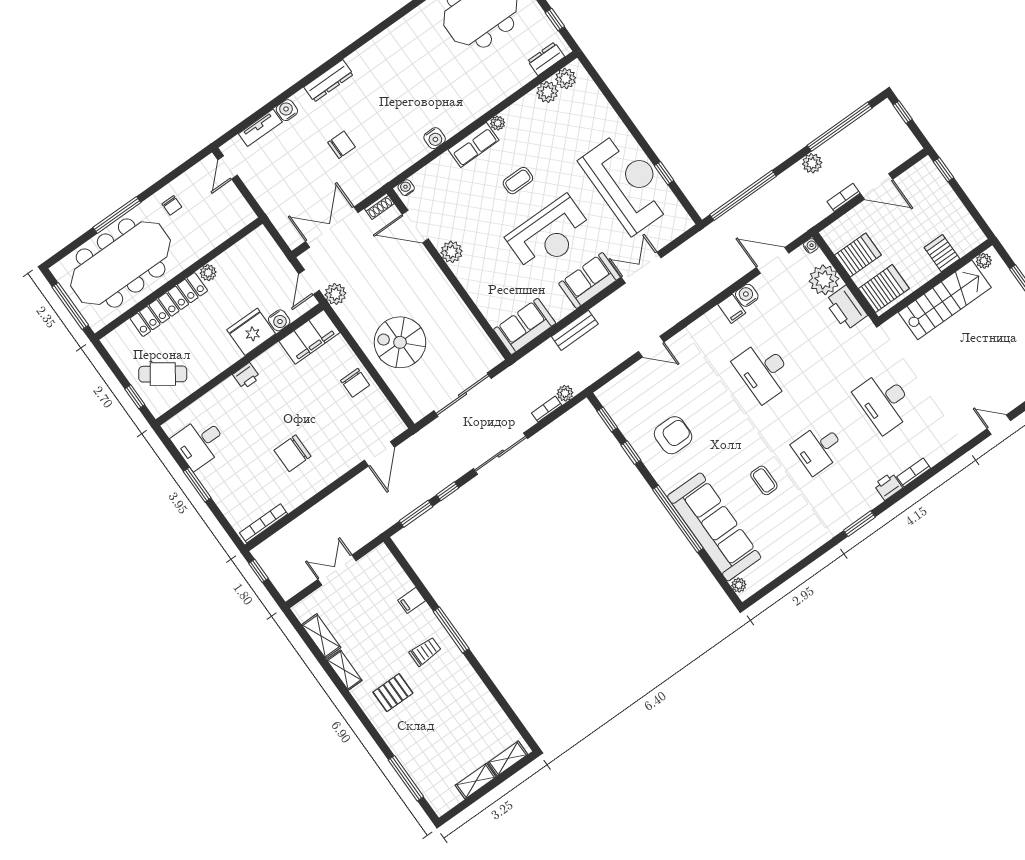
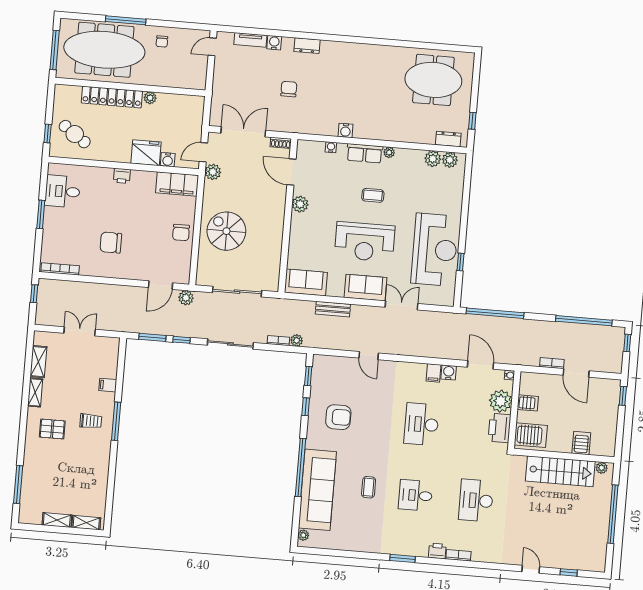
dresser: (329, 81) -> (307, 46), width x0.70
chair: (341, 145) -> (289, 89), turned -90
plant: (812, 163) -> (186, 298), moved
water cooler: (406, 188) -> (331, 147), moved
server rack: (858, 255) -> (528, 403), width x0.73, depth x0.70

